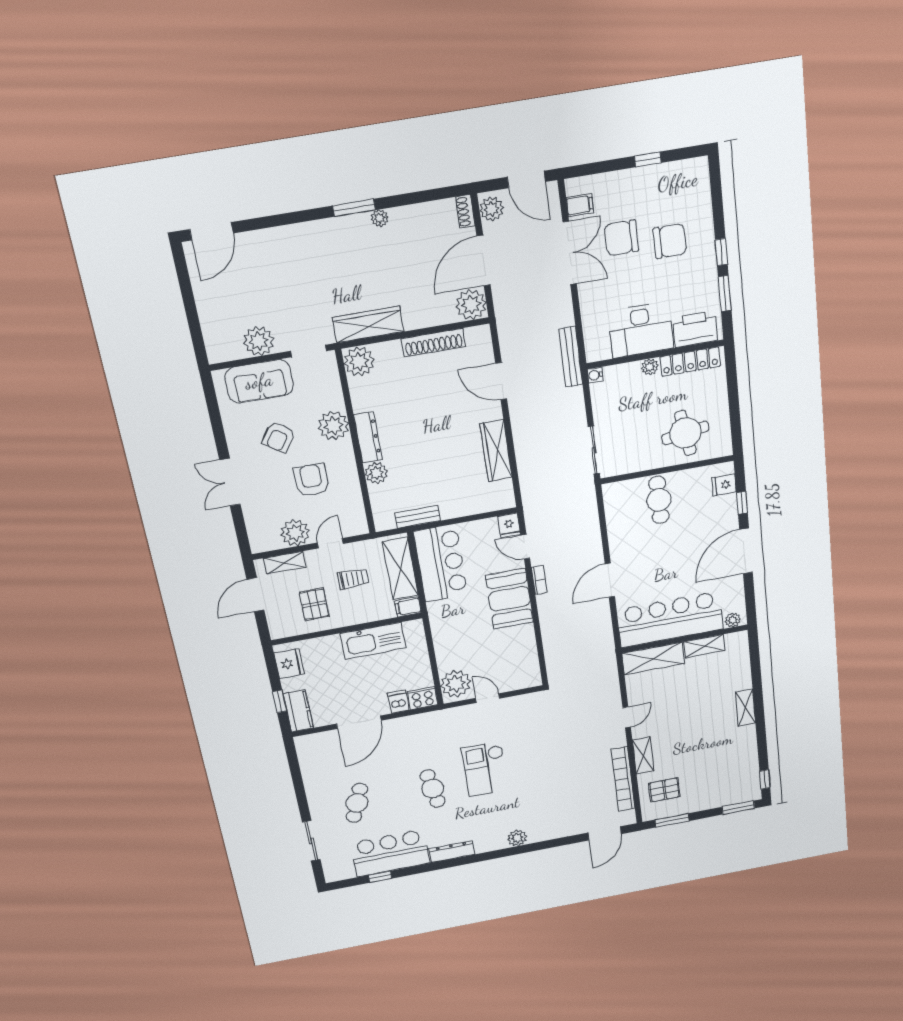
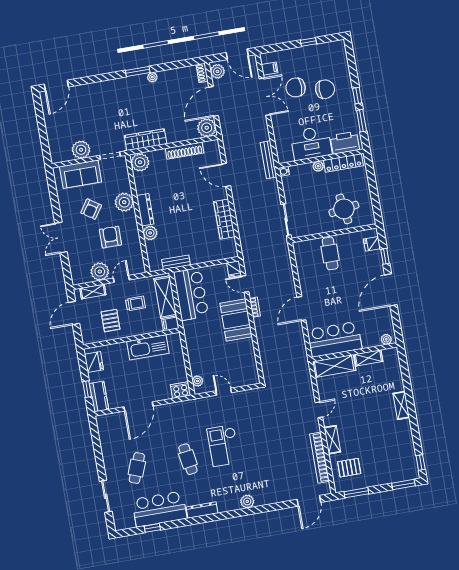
bar counter: (670, 619) -> (335, 339), width x0.73
plant: (456, 684) -> (197, 381), width x0.53, depth x0.53
dishwasher: (398, 702) -> (164, 392), removed

